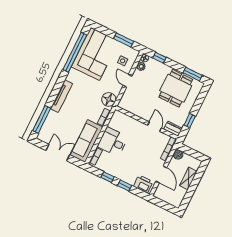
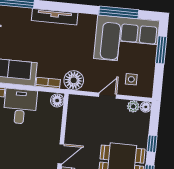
window: (124, 40) -> (161, 50), moved
window: (75, 52) -> (119, 12), width x0.68
window: (160, 58) -> (152, 144), moved
floor lamp: (118, 116) -> (57, 101), added

